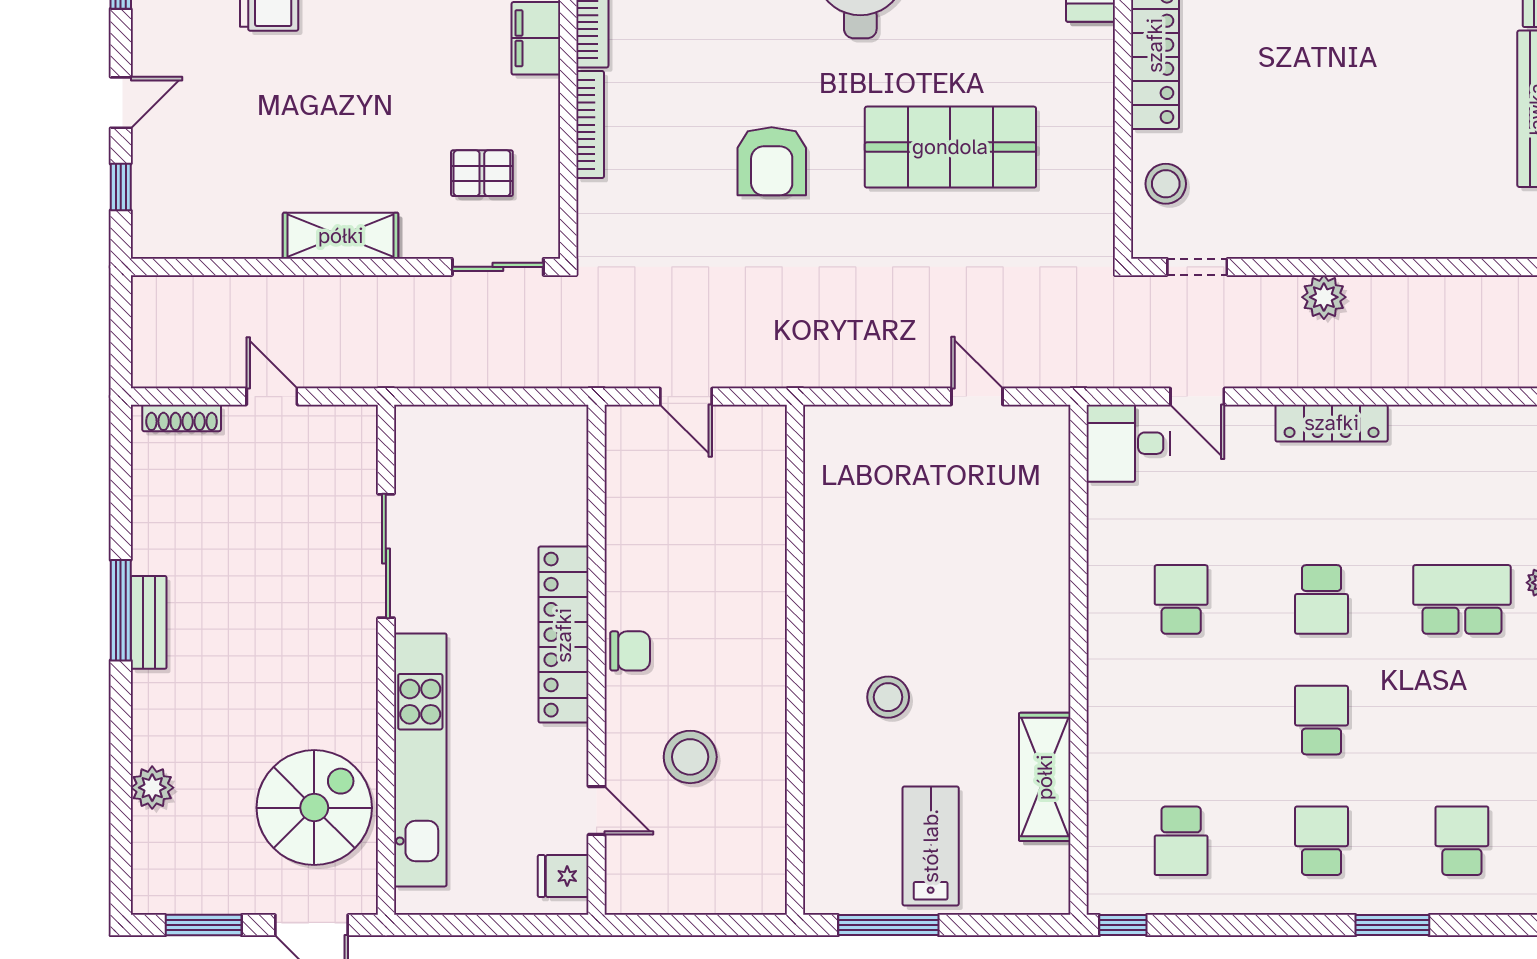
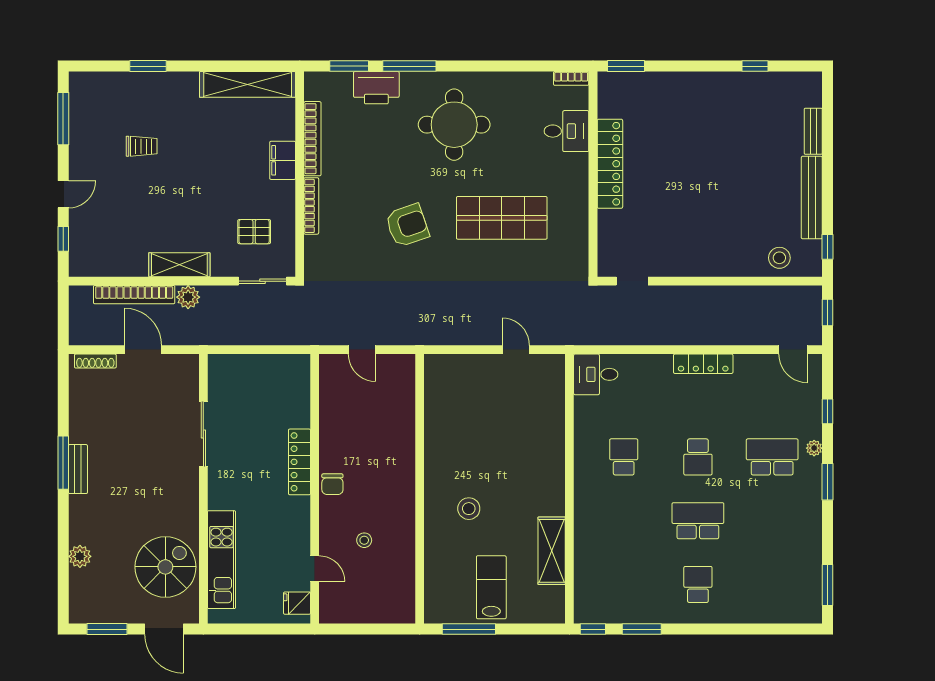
armchair: (772, 161) -> (407, 225), turned -109
stool: (1166, 184) -> (779, 258), moved
bookcase: (255, 292) -> (134, 295), added
plant: (1324, 297) -> (188, 297), moved
door: (272, 397) -> (143, 350), width x1.38
door: (1197, 397) -> (793, 350), moved
locker: (564, 635) -> (300, 462), width x0.71, depth x0.83
chair: (630, 651) -> (332, 484), turned 90
school desk: (1322, 720) -> (698, 521), width x1.85
stool: (690, 757) -> (364, 540), width x0.53, depth x0.53
kitchen unit: (420, 760) -> (221, 560), width x0.73
school desk: (1181, 841) -> (624, 585), removed
school desk: (1462, 841) -> (772, 585), removed
window: (1392, 925) -> (642, 629), moved

